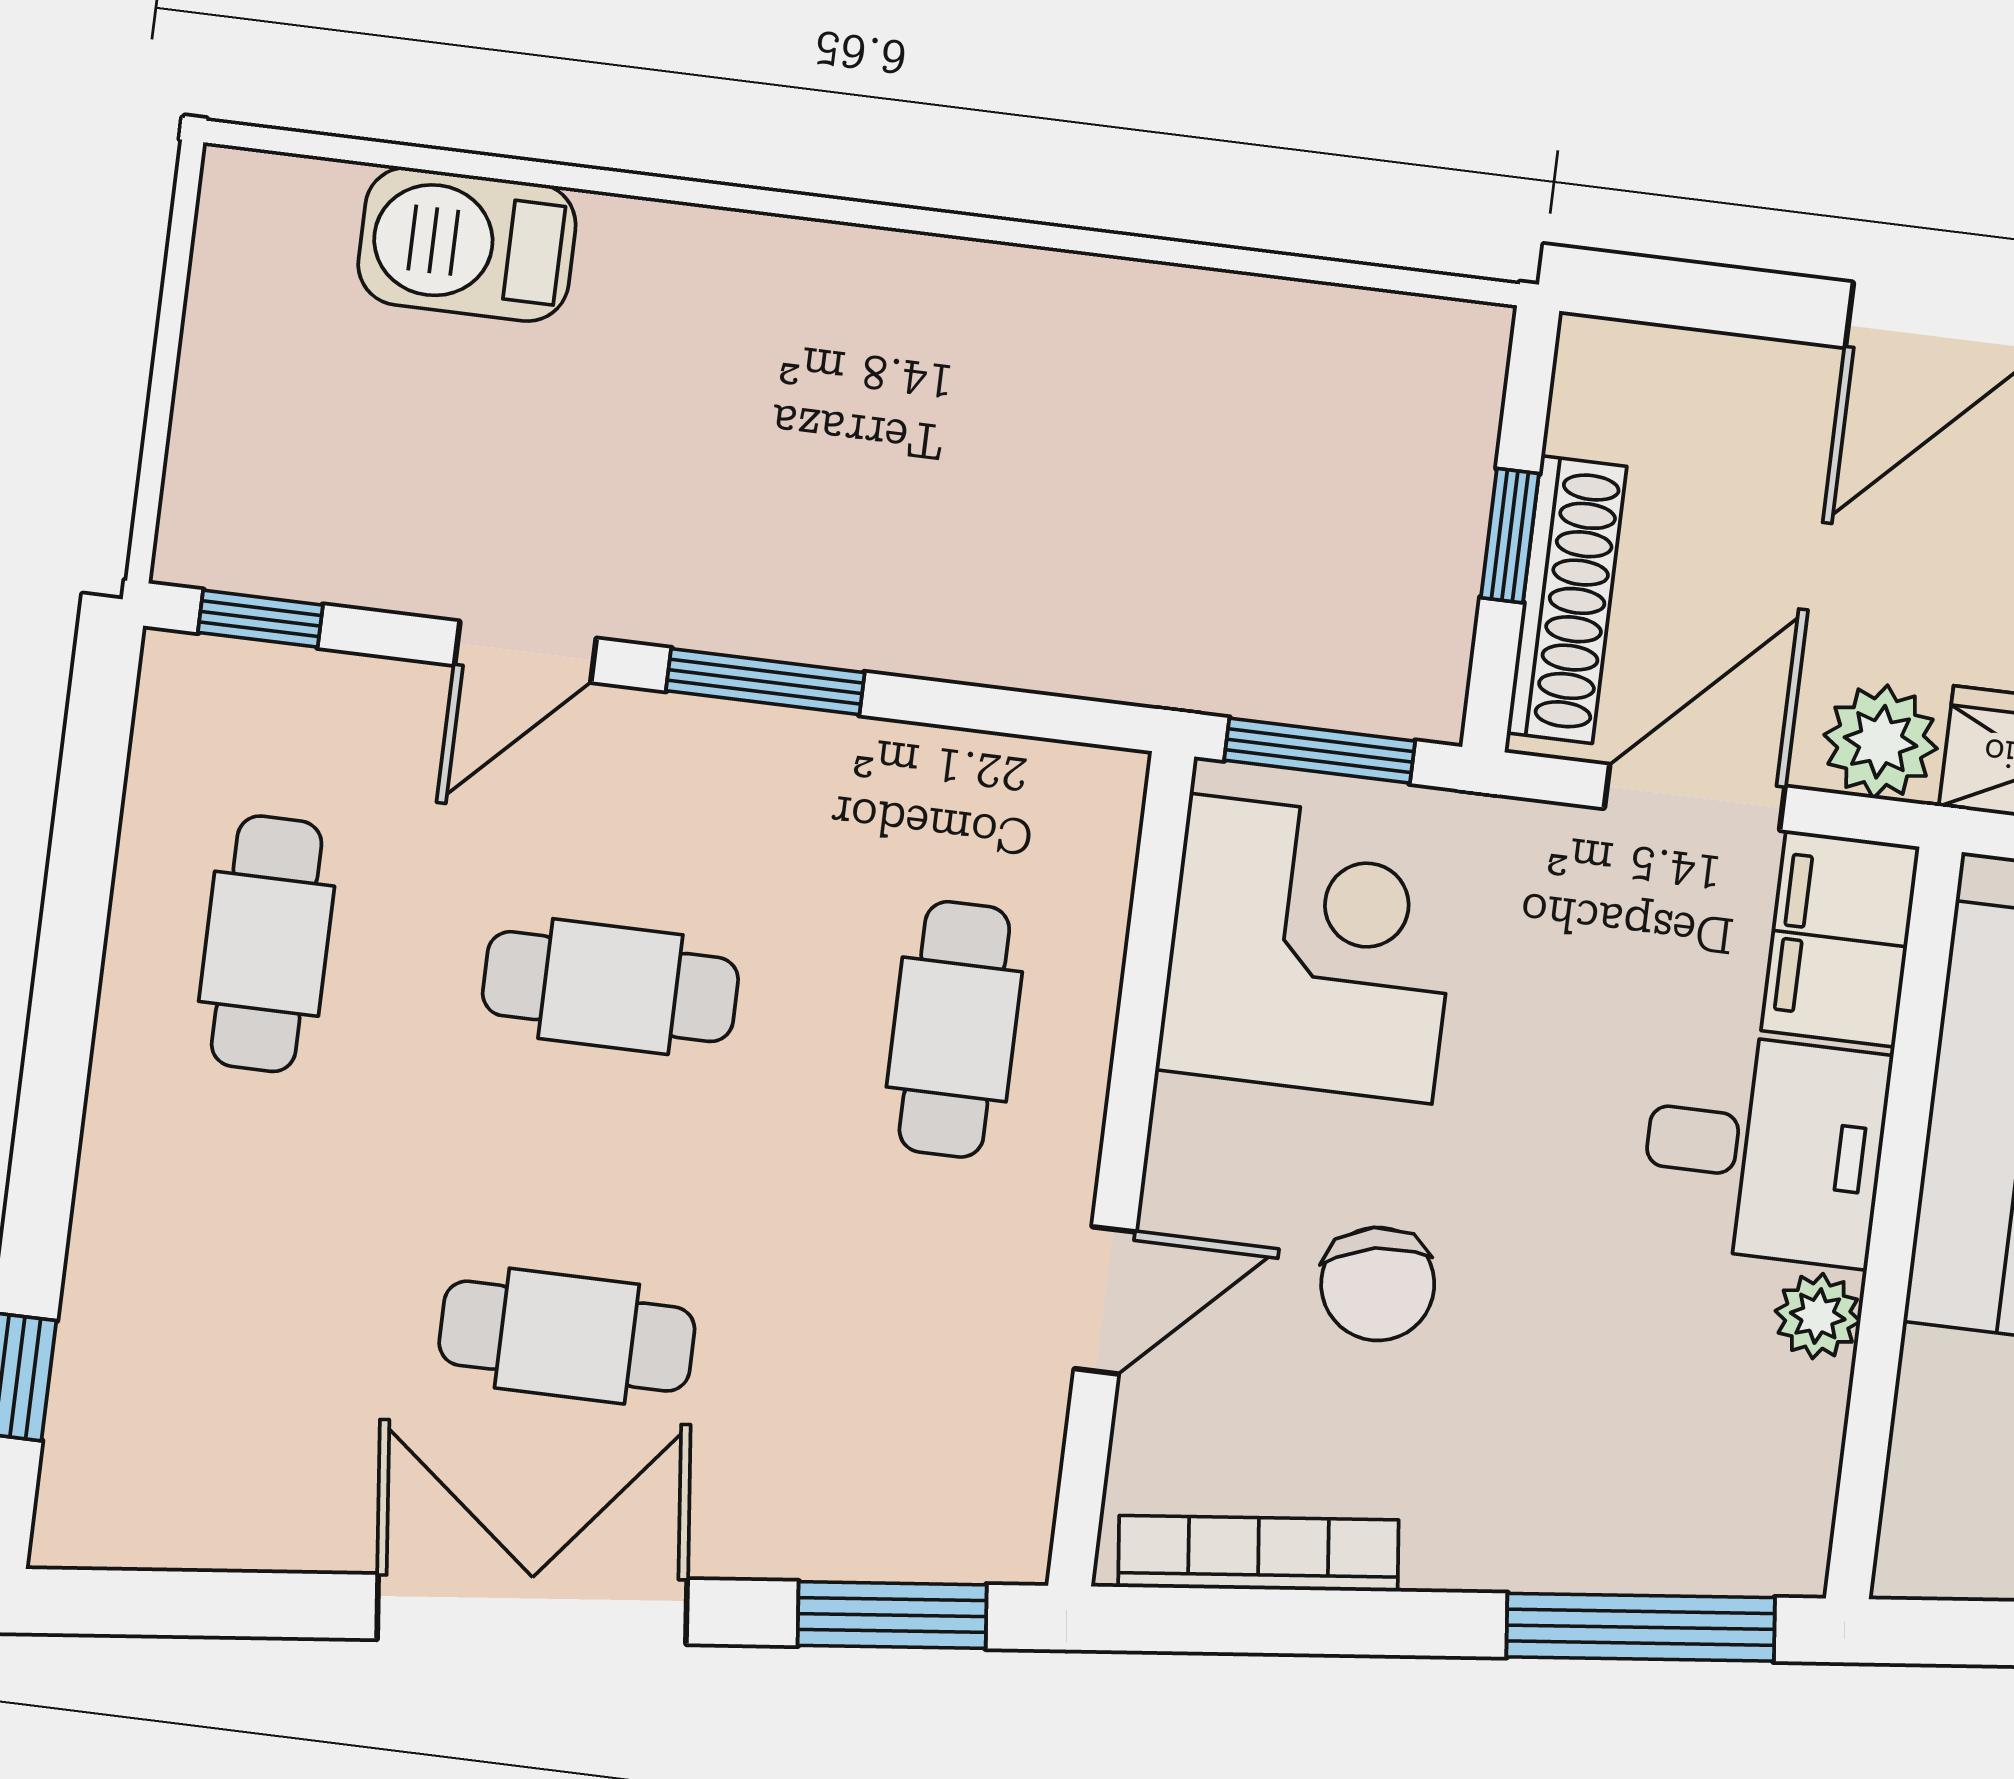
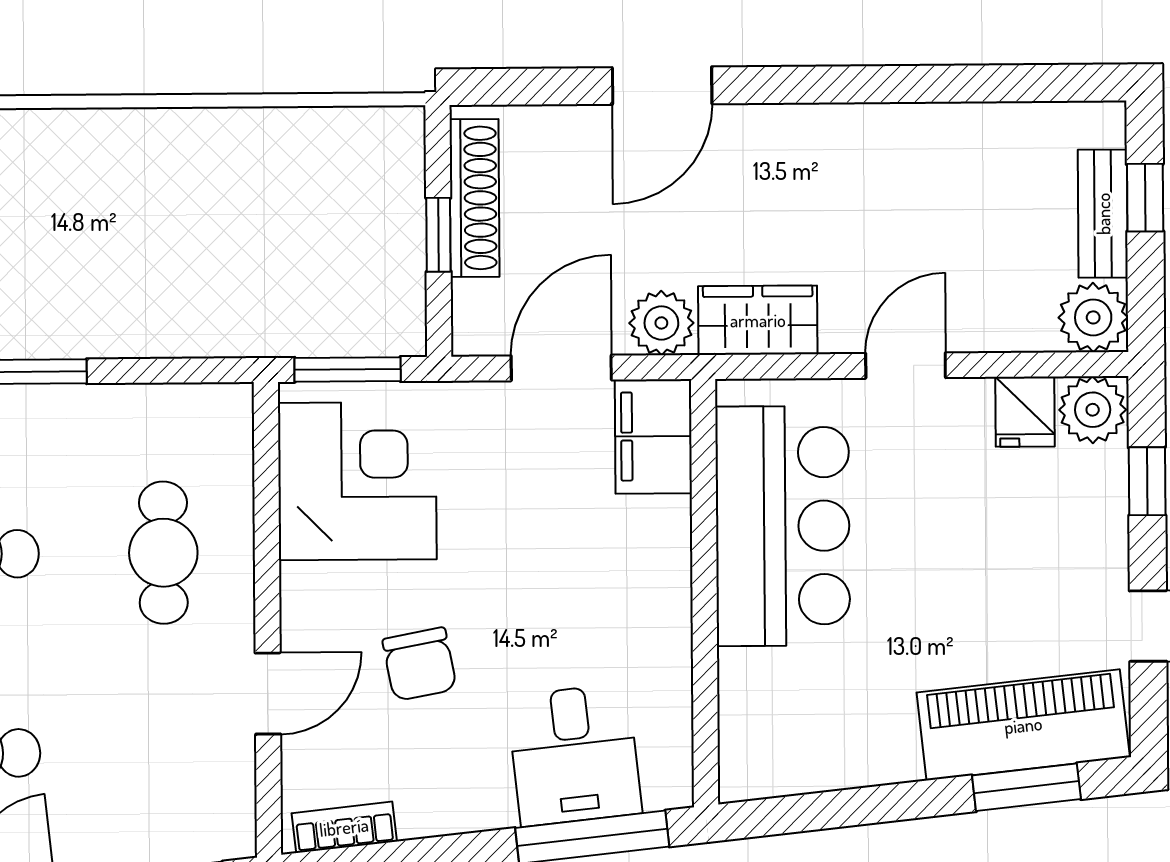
shoe rack: (1567, 600) -> (475, 198), moved
desk: (1764, 1149) -> (574, 755), moved, turned 84
plant: (1818, 1316) -> (669, 650), removed
bookcase: (1258, 1553) -> (344, 827), width x0.64

